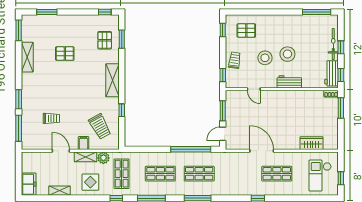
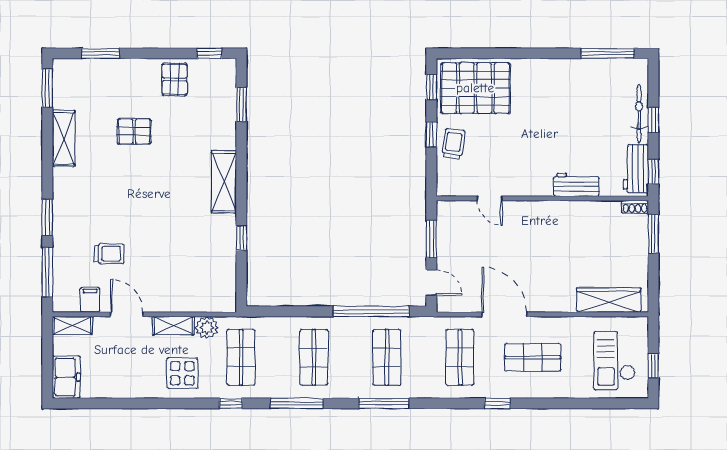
pallet: (246, 30) -> (475, 88), width x2.05, depth x2.00
pallet: (105, 40) -> (175, 79), moved
stool: (287, 54) -> (553, 132), removed
stool: (265, 58) -> (511, 139), removed
window: (223, 75) -> (431, 134), moved
workbench: (289, 82) -> (576, 185), moved
trolley: (100, 126) -> (200, 269), removed
door: (223, 134) -> (431, 283), swing flipped
filing cabinet: (83, 143) -> (90, 300), moved
wardrobe: (311, 143) -> (609, 300), width x1.50
shop shelf: (160, 174) -> (314, 357), turned 90
shop shelf: (199, 174) -> (387, 357), turned 90
shop shelf: (238, 174) -> (460, 357), added
shelving: (60, 191) -> (72, 325), moved

